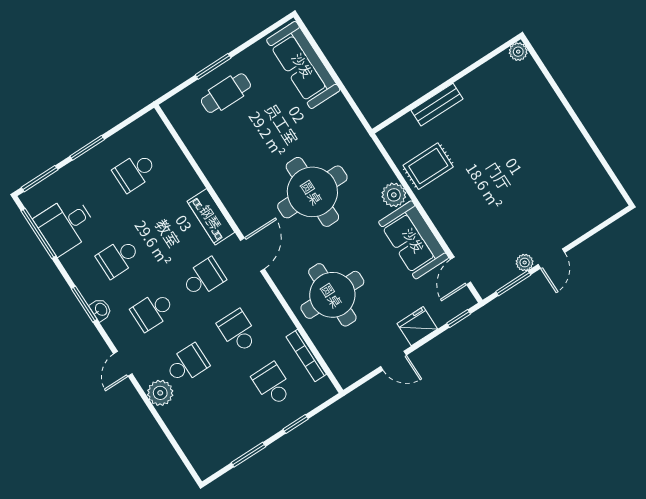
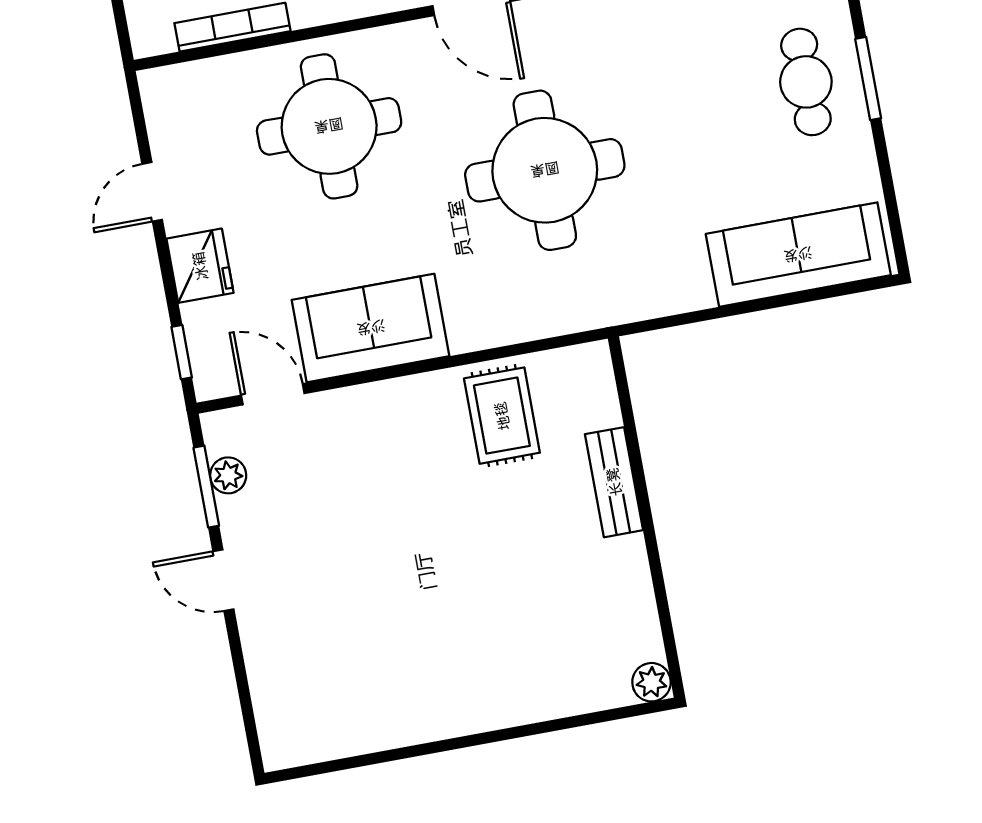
plant: (394, 195) -> (474, 326), removed
plant: (525, 263) -> (228, 475), moved

